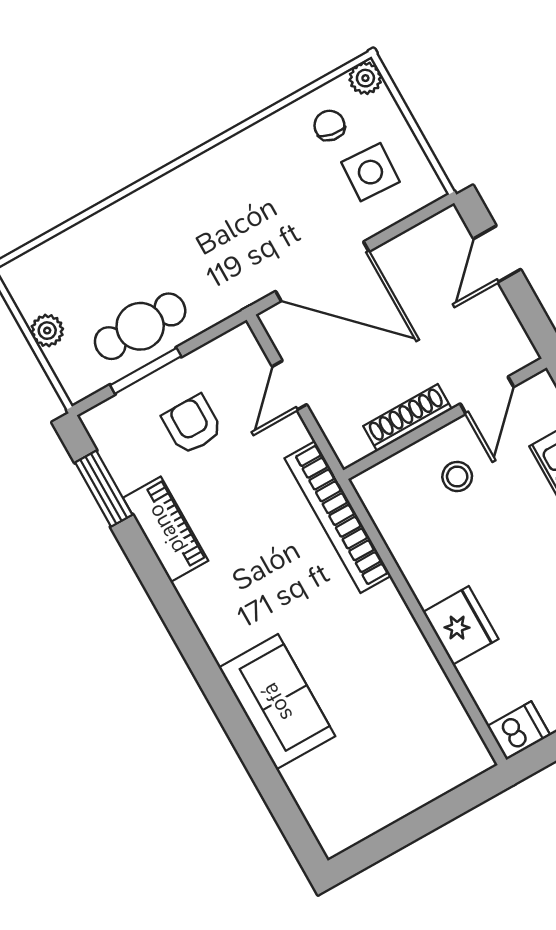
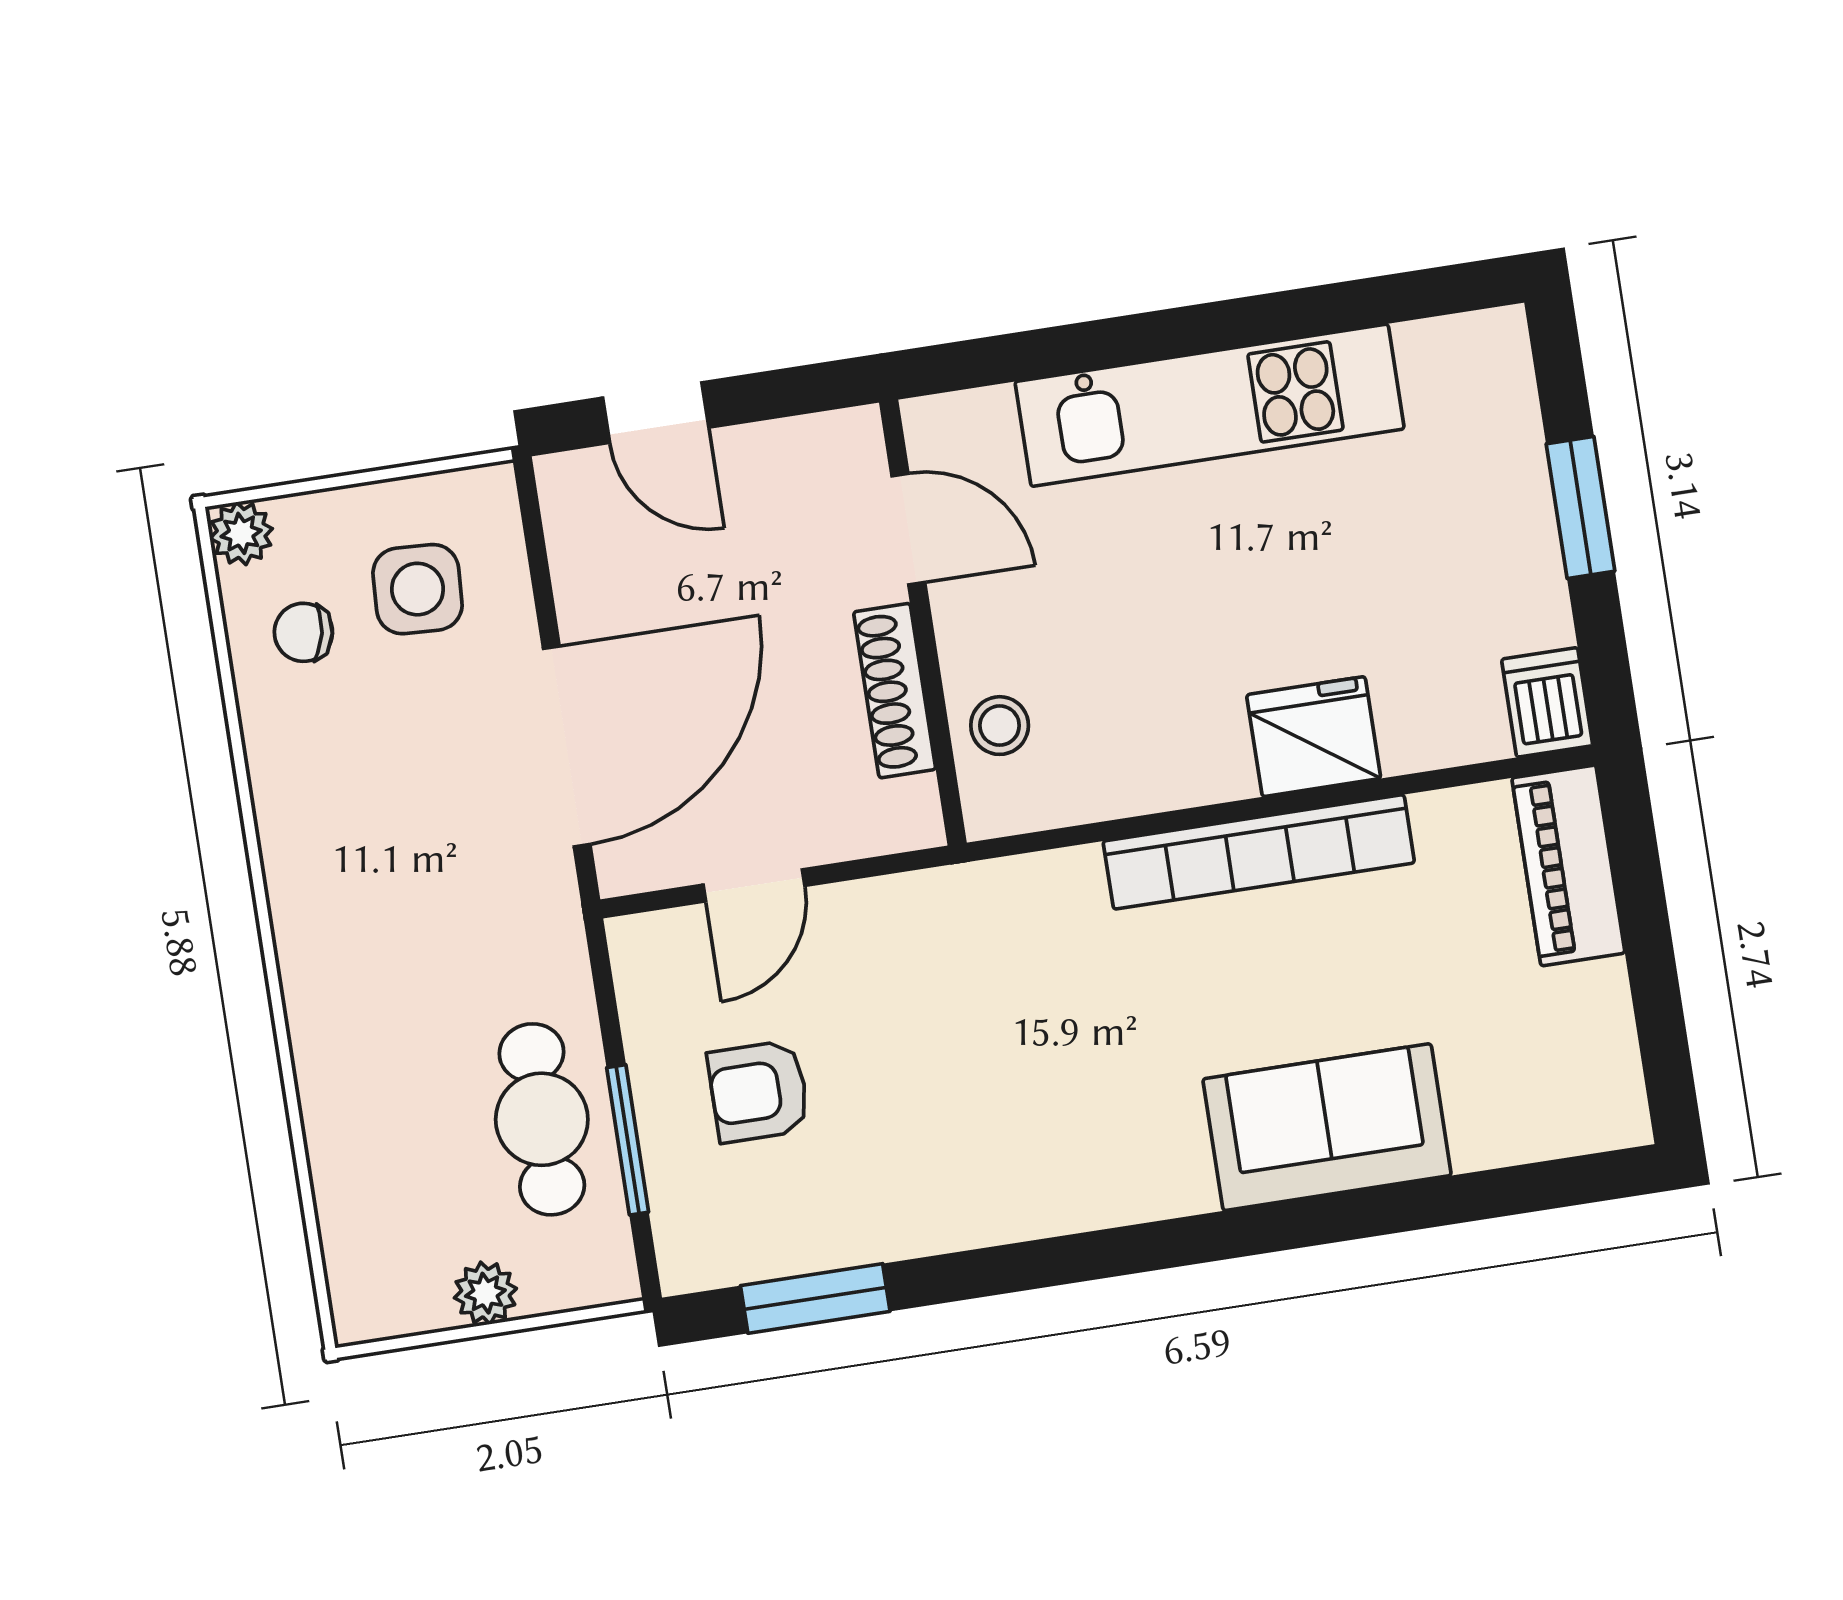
door: (290, 385) -> (754, 885), hinge flipped
stool: (457, 476) -> (1000, 726), moved
bookcase: (338, 517) -> (1259, 852), moved
piano: (166, 529) -> (1568, 865), moved, turned -90

